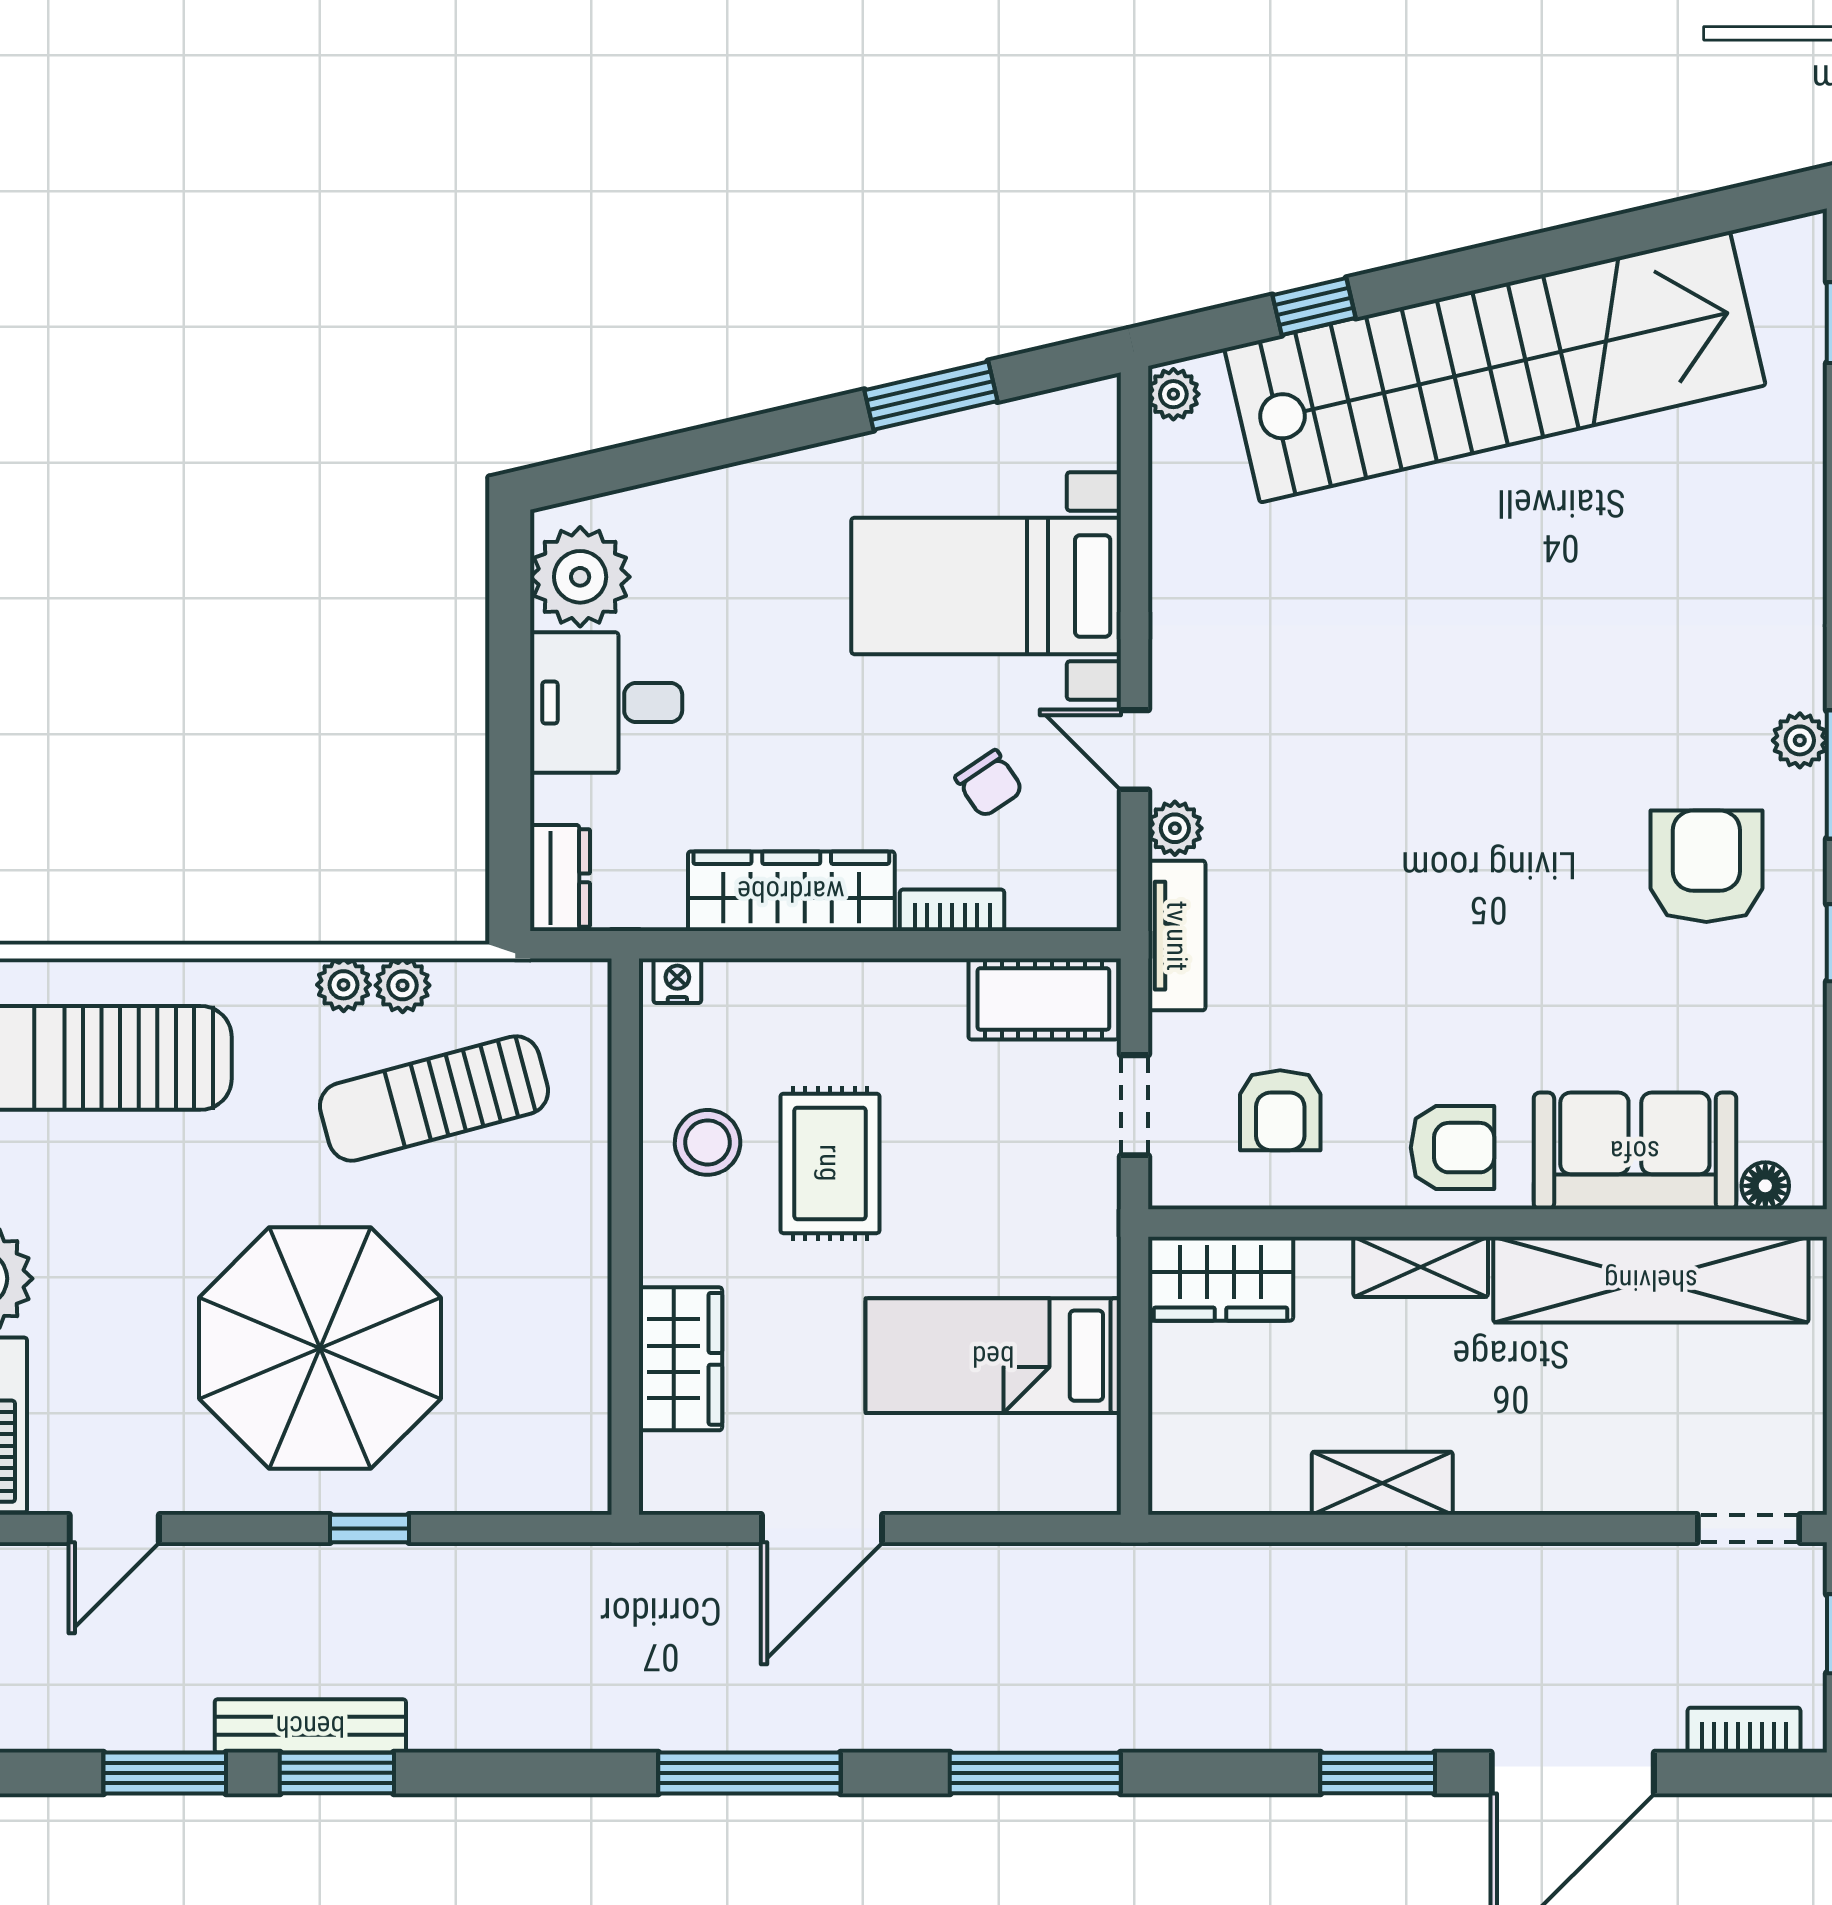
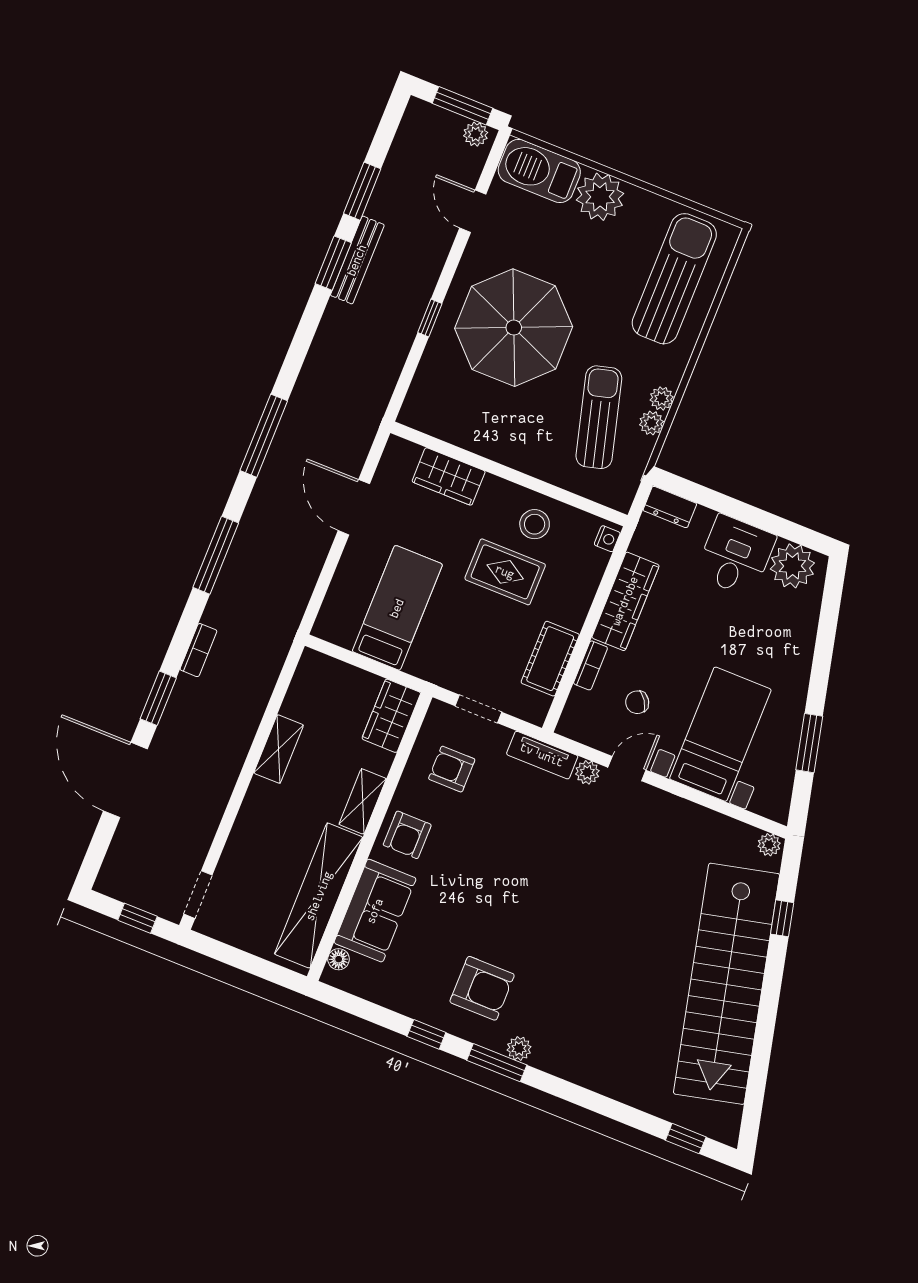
cot: (1043, 999) -> (550, 659), moved
bookcase: (1744, 1730) -> (198, 650), moved

